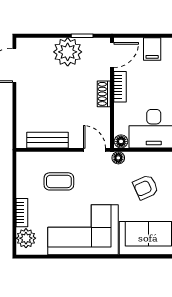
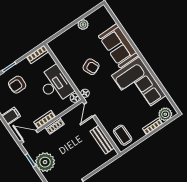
coffee table: (59, 181) -> (123, 135), moved

